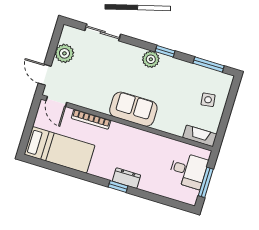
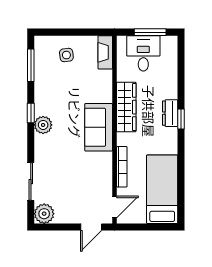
plant: (64, 53) -> (44, 214), moved
wardrobe: (144, 140) -> (126, 107), added

